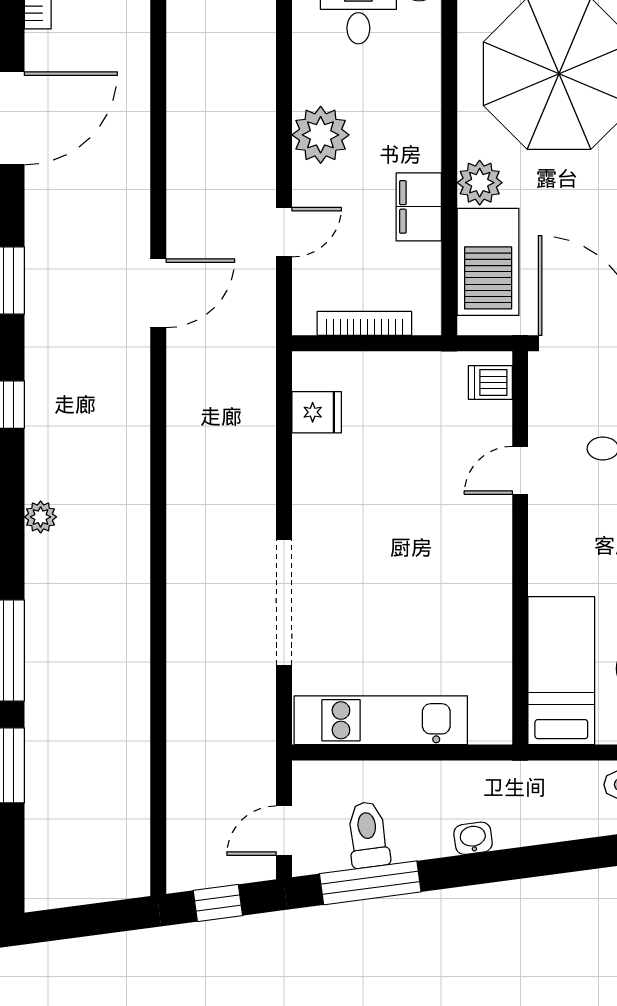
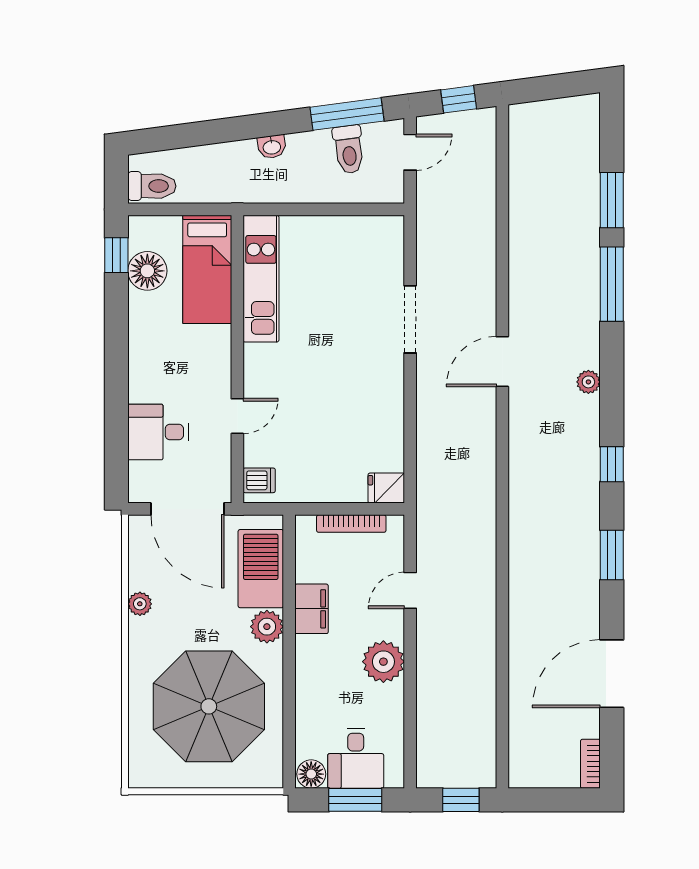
door: (158, 293) -> (502, 362), moved
fridge: (317, 412) -> (386, 488), moved
doorway: (284, 602) -> (410, 319), width x0.73
kitchen unit: (381, 720) -> (261, 279), moved, turned -90

